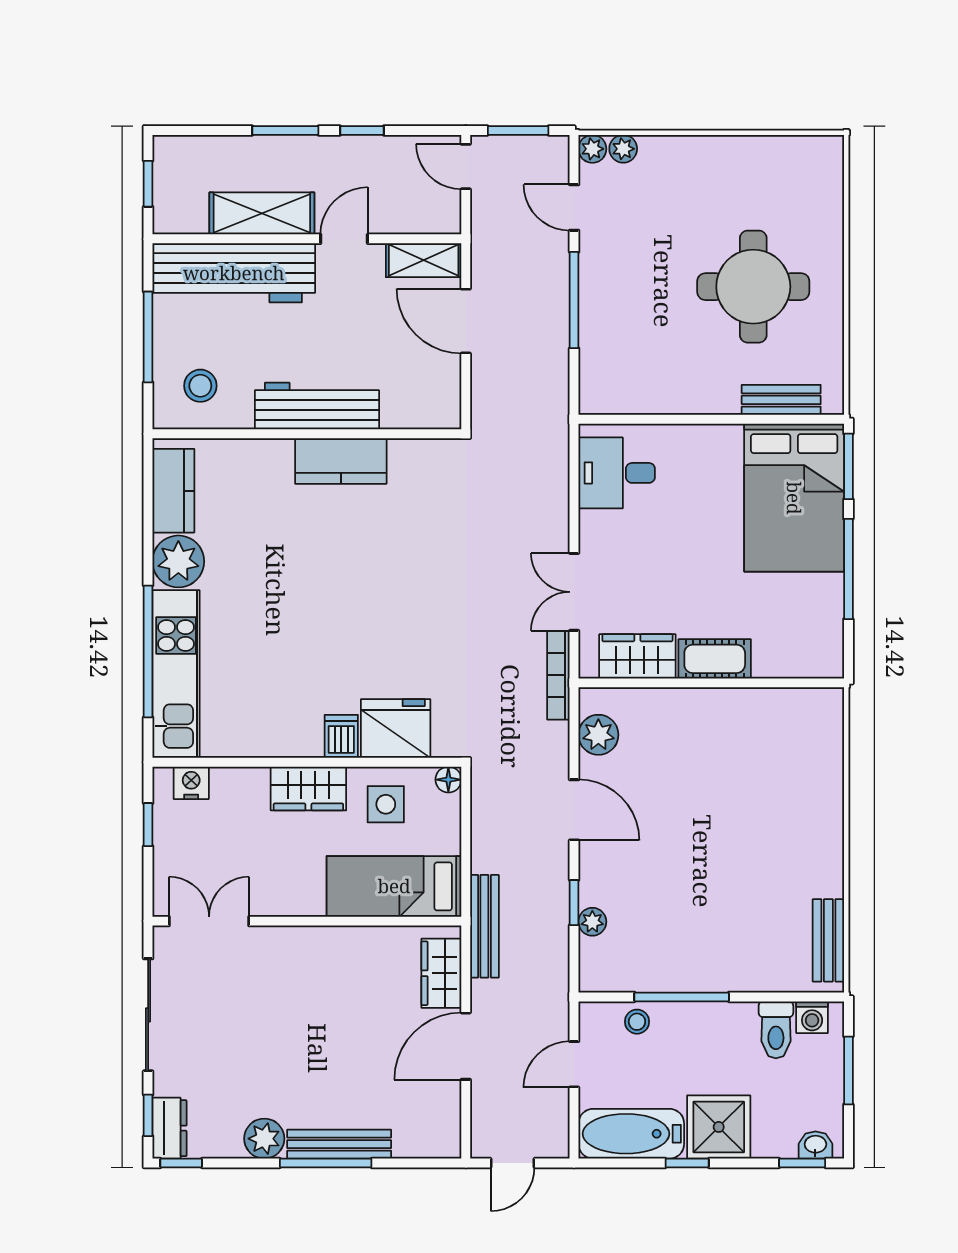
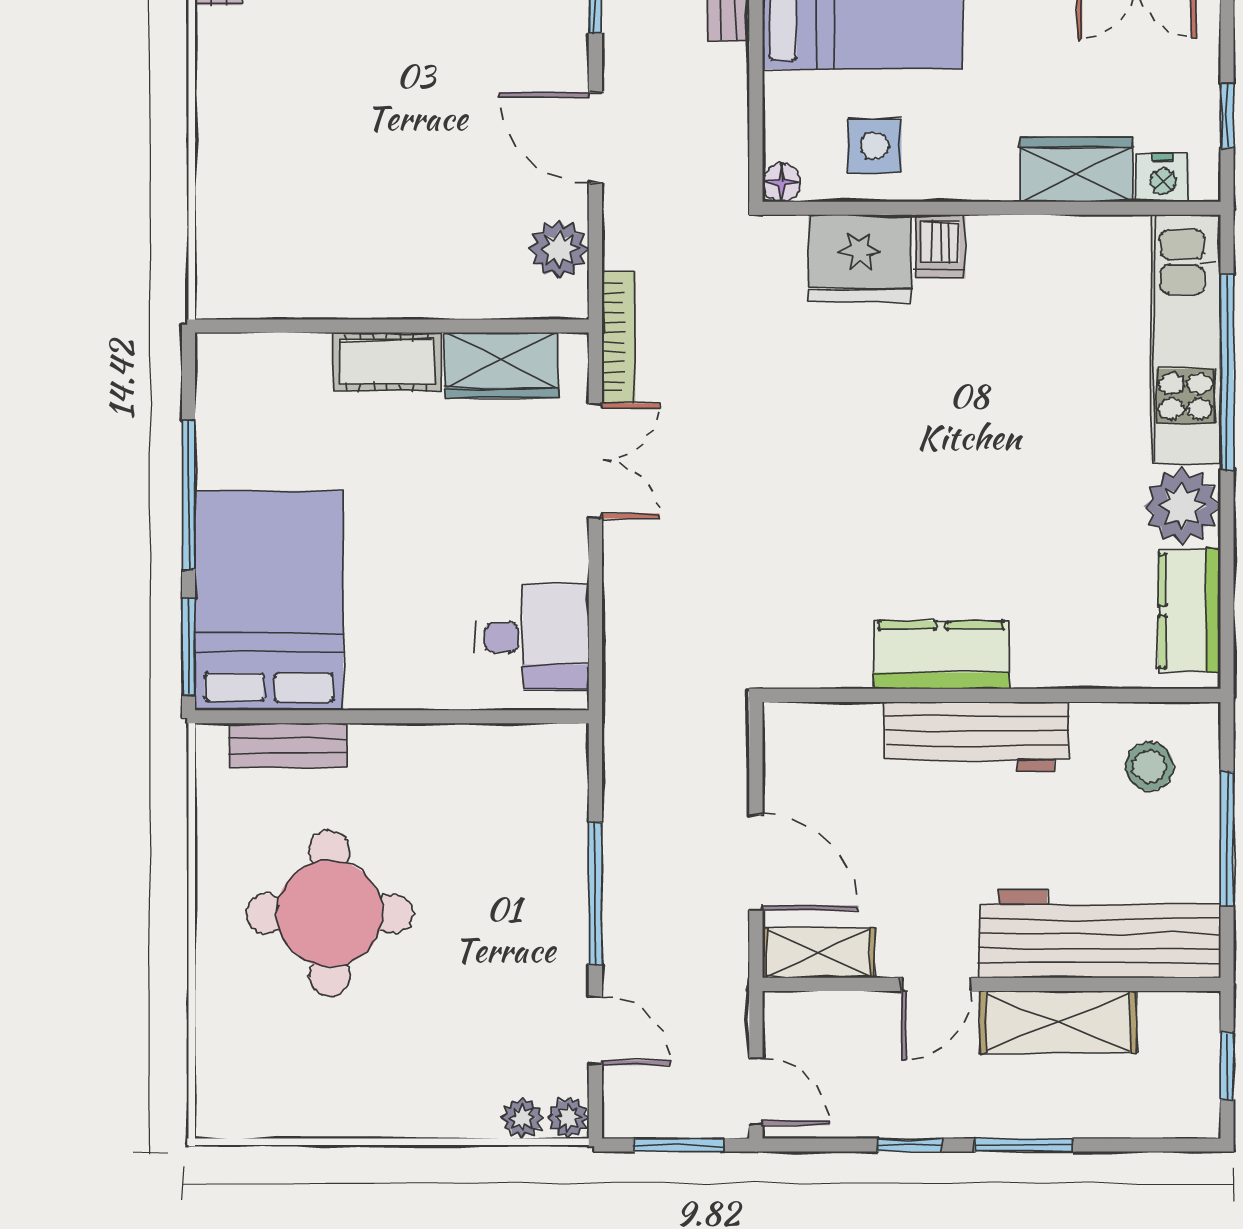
wardrobe: (308, 789) -> (1077, 169), moved

